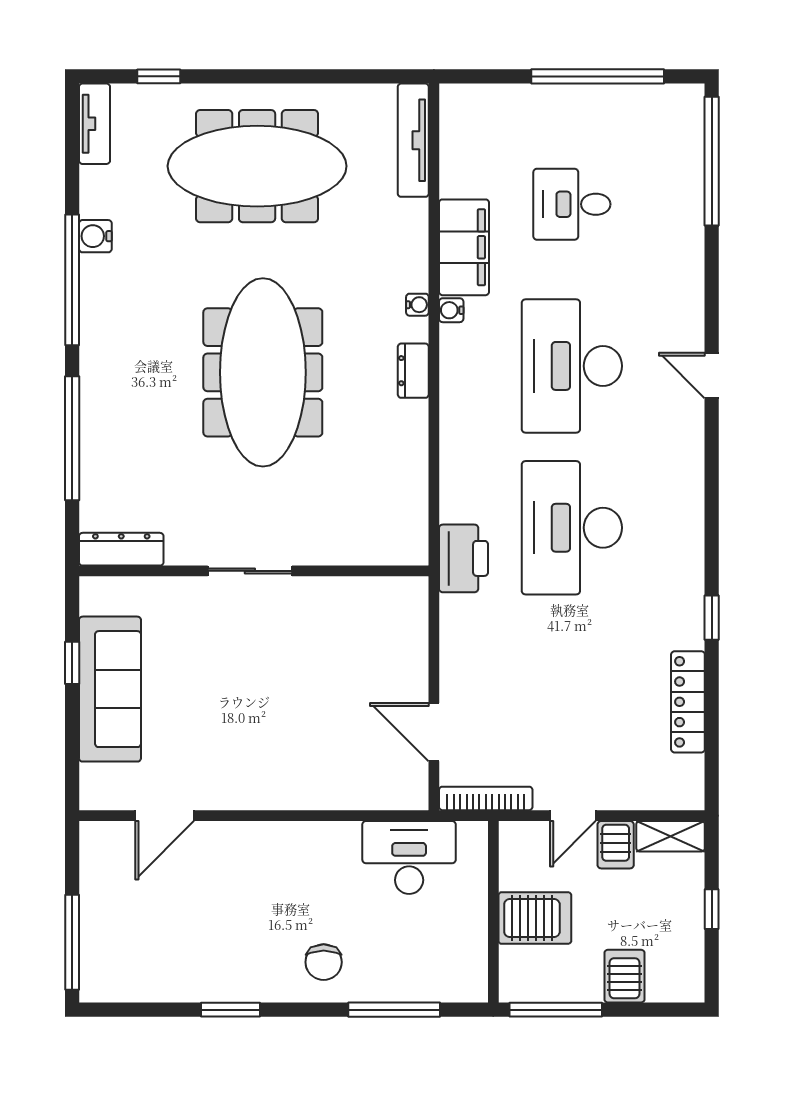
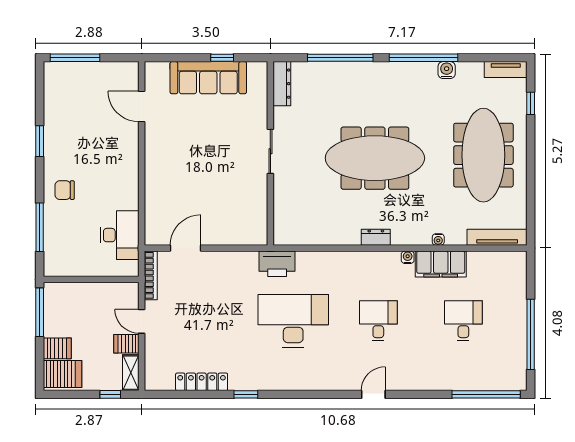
water cooler: (417, 305) -> (438, 239), moved
desk: (572, 366) -> (378, 321), width x0.53, depth x0.77
window: (712, 909) -> (110, 394), moved
server rack: (535, 918) -> (62, 374), moved, turned -90

